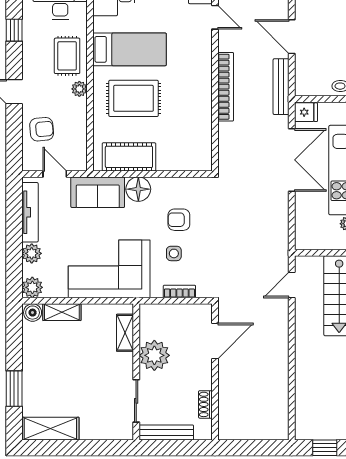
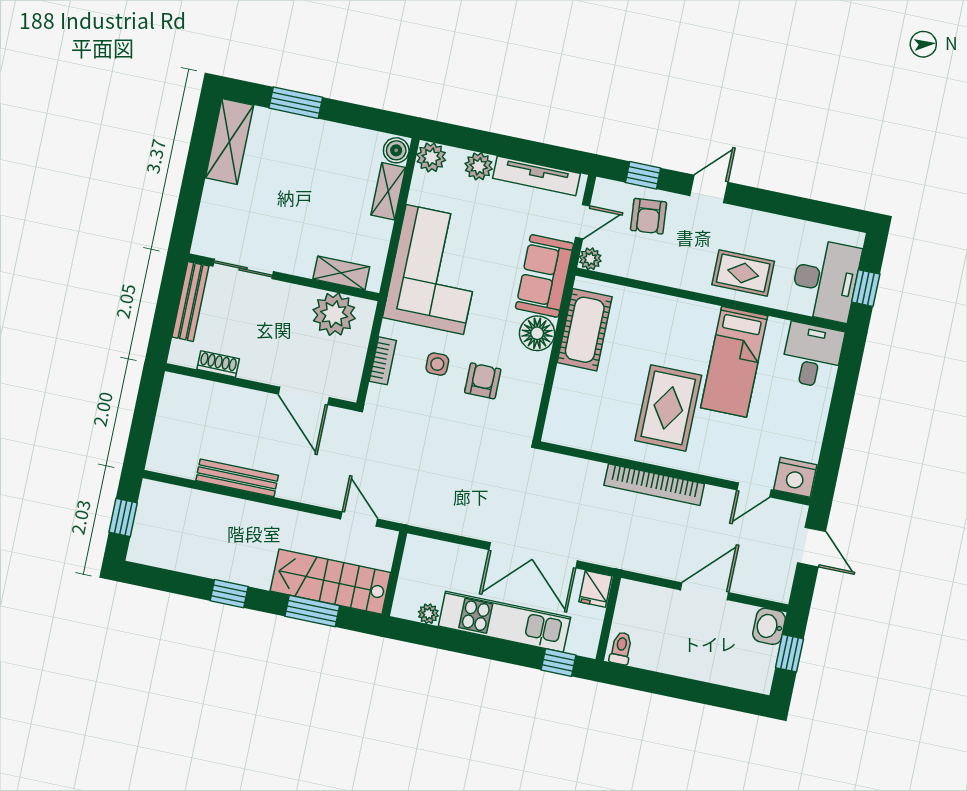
window: (14, 30) -> (643, 175), moved
bench: (281, 87) -> (237, 478), moved
plant: (79, 89) -> (590, 259), moved
rug: (134, 98) -> (668, 408), moved
plant: (154, 355) -> (334, 314), moved

